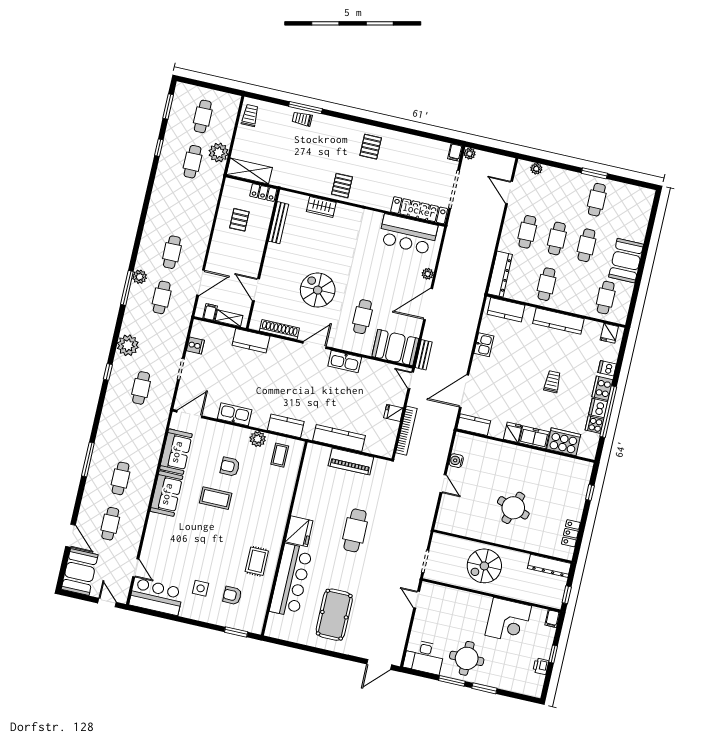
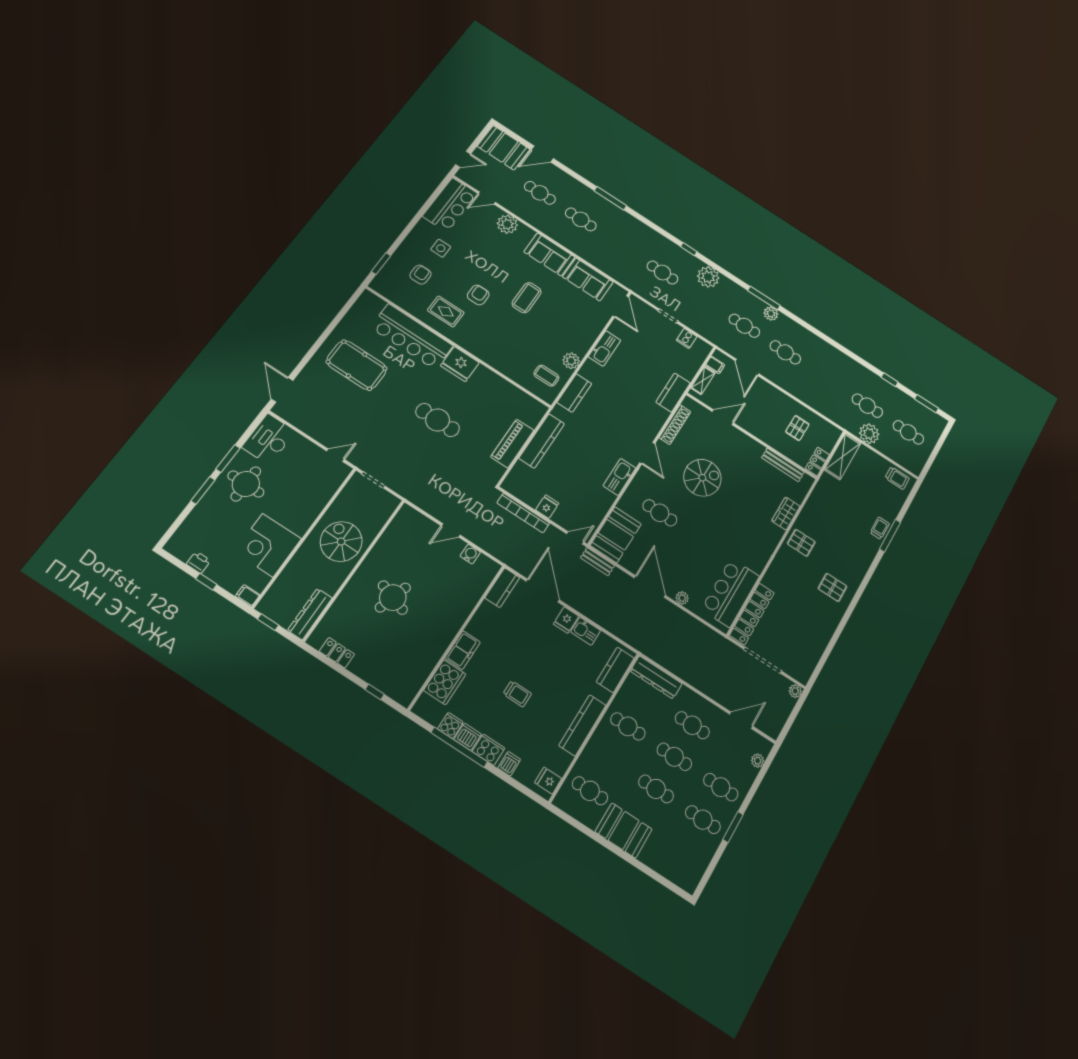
filing cabinet: (455, 152) -> (801, 676), removed
cafe table: (567, 193) -> (721, 787), added
pallet: (239, 220) -> (797, 428), turned 90
fridge: (513, 432) -> (566, 620), moved, turned 90
armchair: (230, 467) -> (478, 295), moved
plant: (153, 541) -> (507, 224), added

